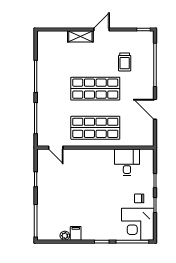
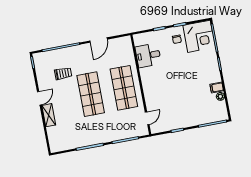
door: (102, 30) -> (39, 98), swing flipped

